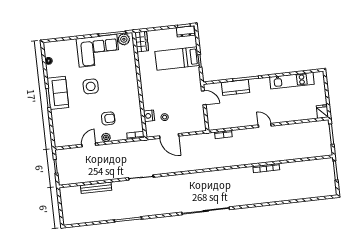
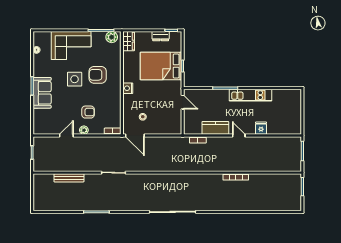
dresser: (185, 31) -> (161, 36), moved
corner sofa: (98, 51) -> (71, 45), moved
bed: (177, 58) -> (161, 66), width x1.50
armchair: (114, 79) -> (98, 75), added
kitchen unit: (292, 81) -> (251, 95), moved
kitchen counter: (236, 87) -> (215, 128), moved, turned 180
sofa: (58, 93) -> (42, 93), moved
fridge: (322, 112) -> (261, 128), moved
nightstand: (149, 116) -> (128, 88), moved
door: (169, 136) -> (135, 136), moved

